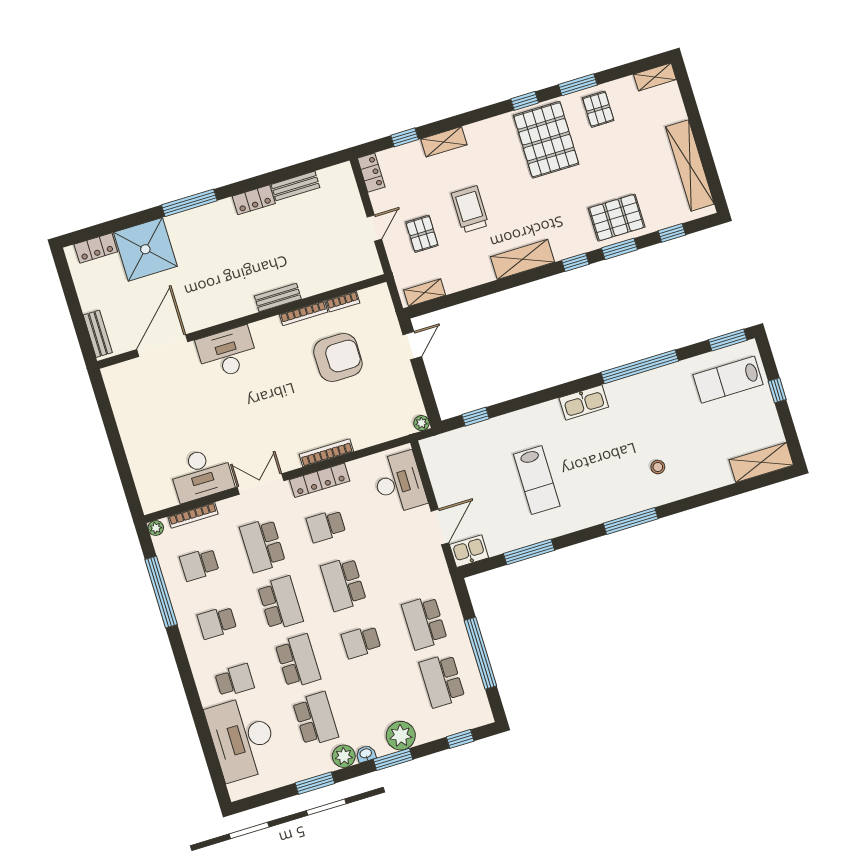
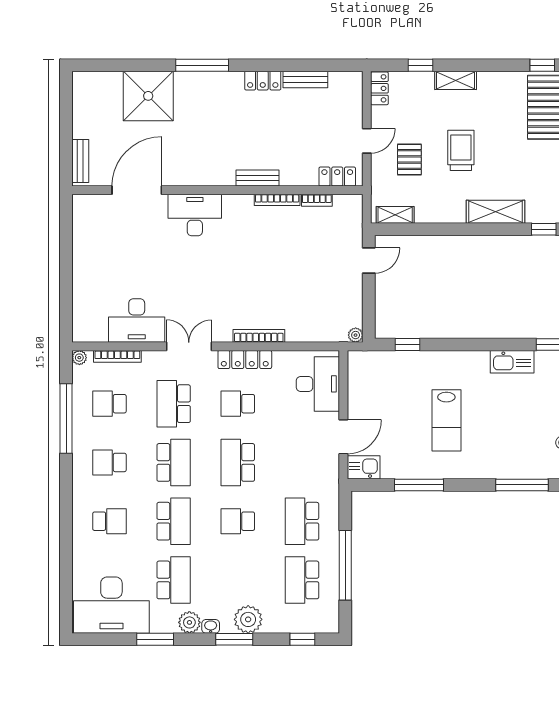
locker: (96, 248) -> (337, 177), moved, turned 180
armchair: (338, 358) -> (296, 251), removed
desk: (242, 738) -> (111, 605), moved, turned -90

